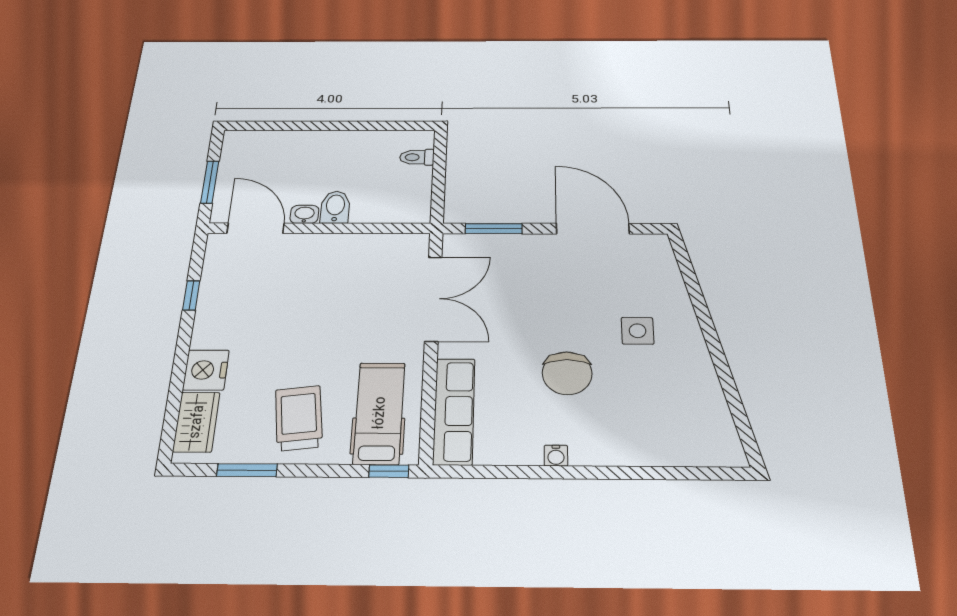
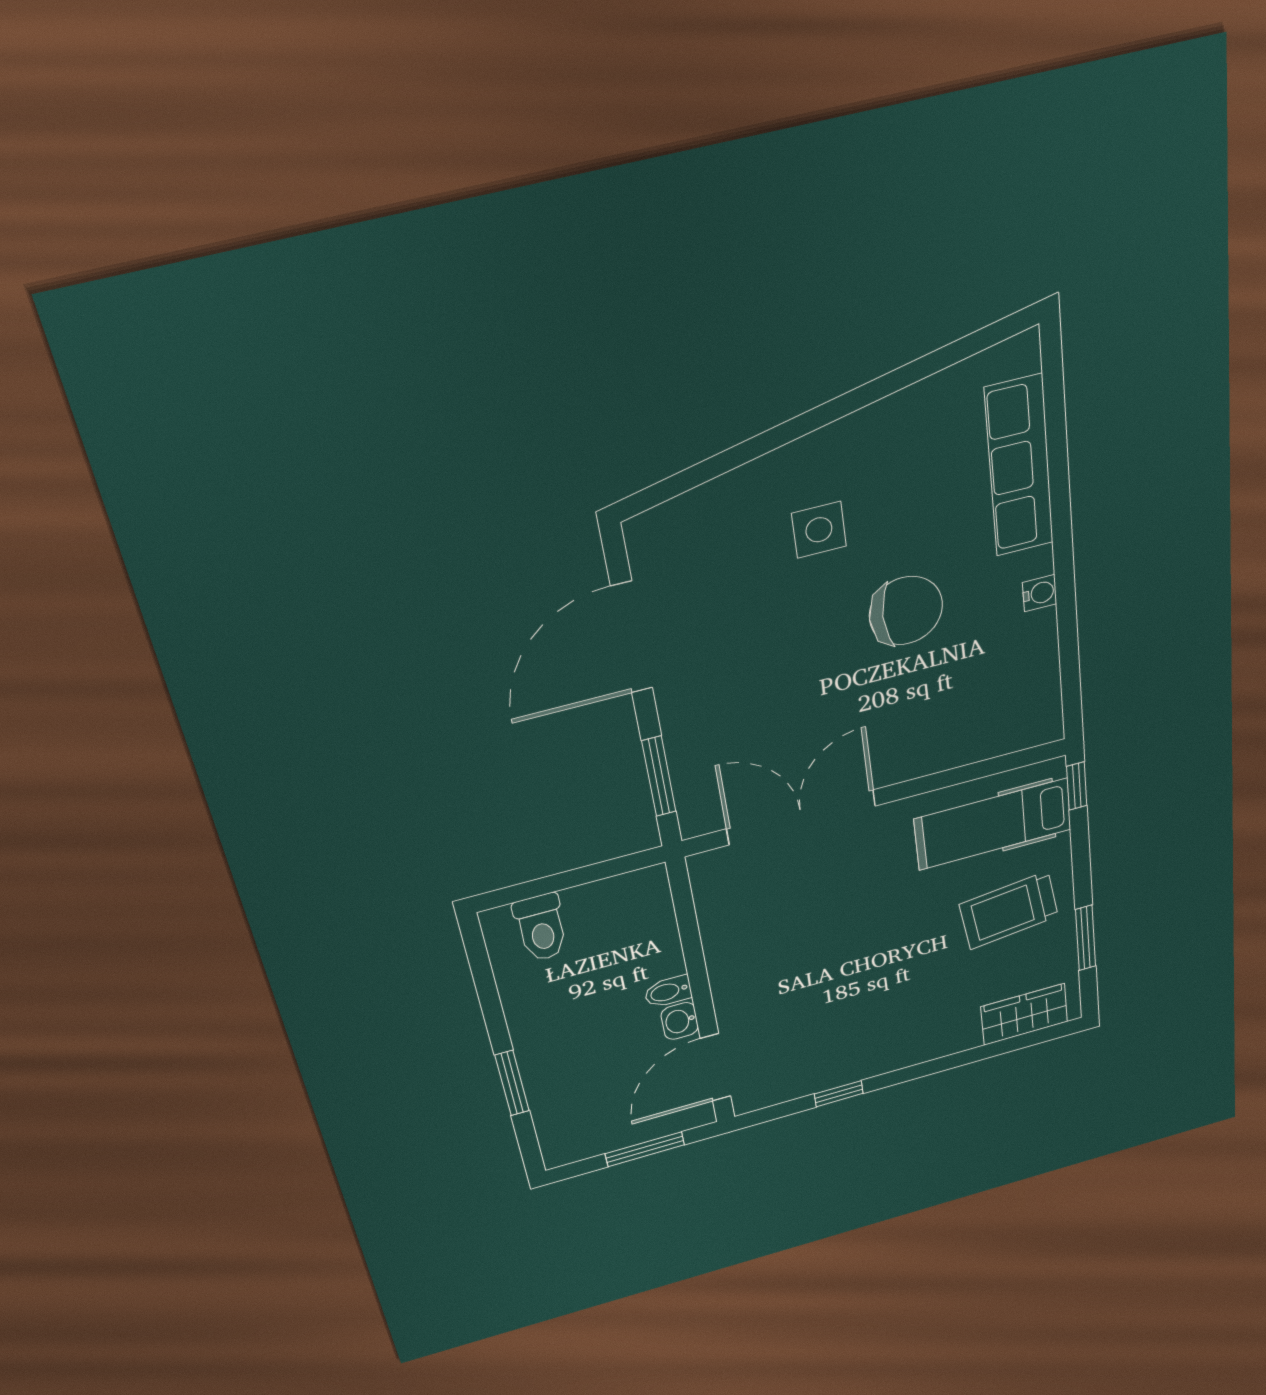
window: (302, 126) -> (512, 1083), added
toilet: (417, 157) -> (541, 928), width x1.37, depth x1.39
bidet: (335, 207) -> (668, 992), width x0.72, depth x0.74
nightstand: (206, 370) -> (949, 1034), removed
row of seats: (454, 411) -> (1019, 466), moved, turned -90

